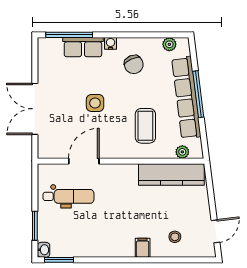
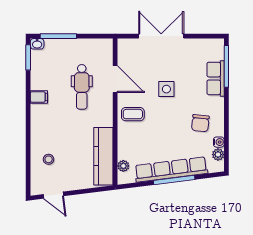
water cooler: (111, 43) -> (219, 142), moved
chair: (134, 64) -> (200, 123), turned -60
coffee table: (145, 126) -> (133, 114), moved, width x0.73, depth x0.77
dental chair: (68, 196) -> (82, 87), moved
window: (35, 226) -> (58, 36), width x1.44
filing cabinet: (143, 248) -> (39, 97), moved

